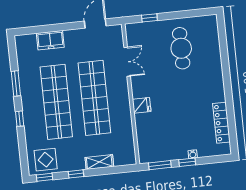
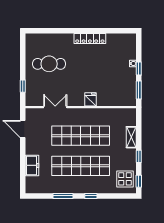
locker: (221, 123) -> (90, 38), moved

